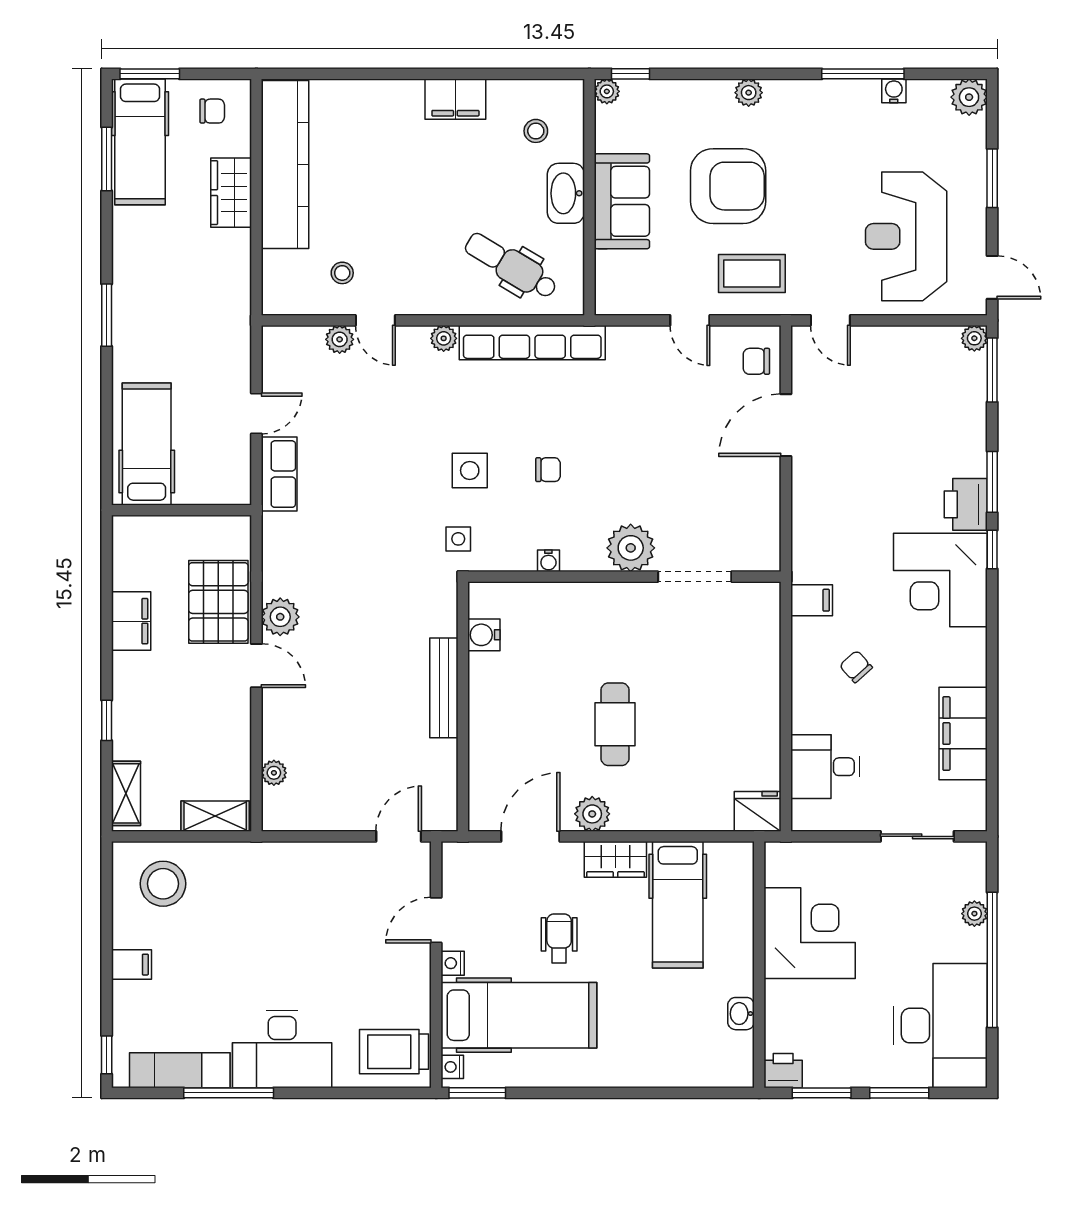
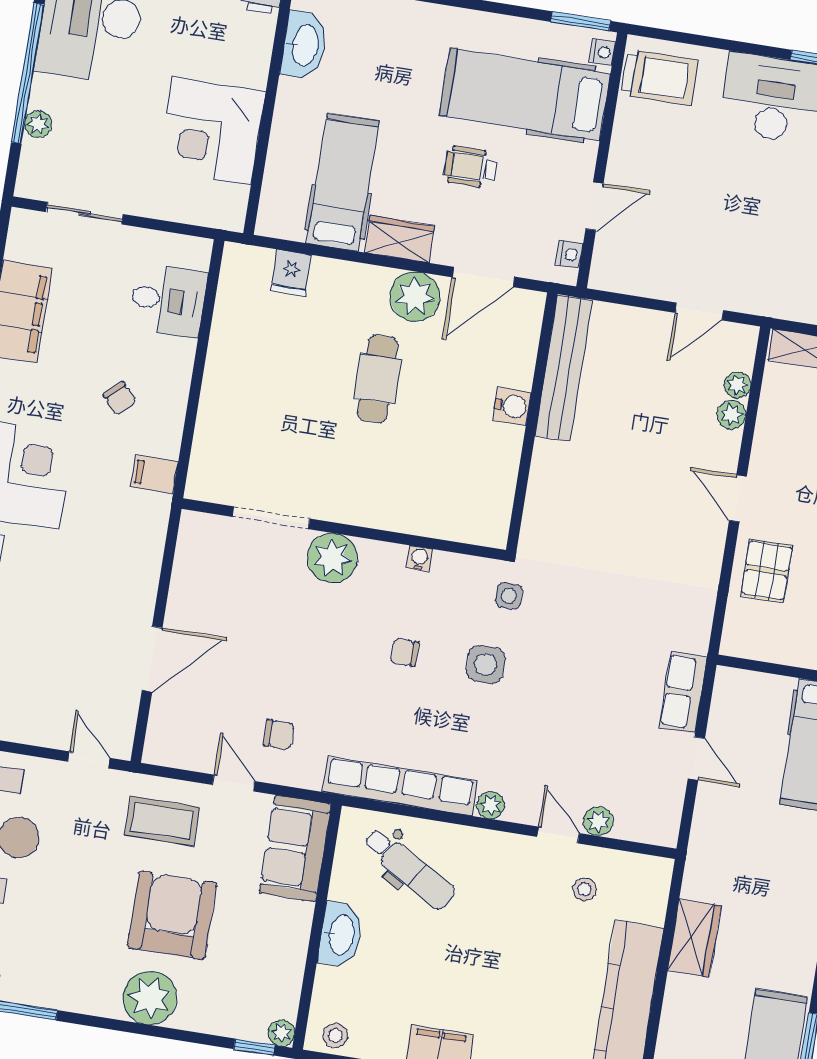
plant: (749, 93) -> (150, 998), width x1.88, depth x1.88
stool: (536, 131) -> (335, 1035), moved
armchair: (728, 186) -> (172, 915), turned 90
wardrobe: (231, 193) -> (694, 938), moved
sofa: (622, 201) -> (295, 849), moved
chair: (756, 361) -> (279, 735), moved
door: (256, 414) -> (696, 758), swing flipped
pallet: (218, 602) -> (767, 571), width x0.67, depth x0.71
plant: (280, 617) -> (732, 415), moved, width x0.73, depth x0.73
water cooler: (484, 635) -> (512, 406), moved
bench: (444, 688) -> (564, 368), moved, width x1.37, depth x1.21
fridge: (758, 811) -> (291, 273), moved, width x0.72
plant: (592, 814) -> (415, 297), width x1.36, depth x1.36
door: (399, 836) -> (699, 312), moved
wheelchair: (559, 938) -> (471, 167), turned 90
nightstand: (453, 963) -> (569, 254), moved
washbasin: (741, 1014) -> (304, 45), width x1.91, depth x1.45

